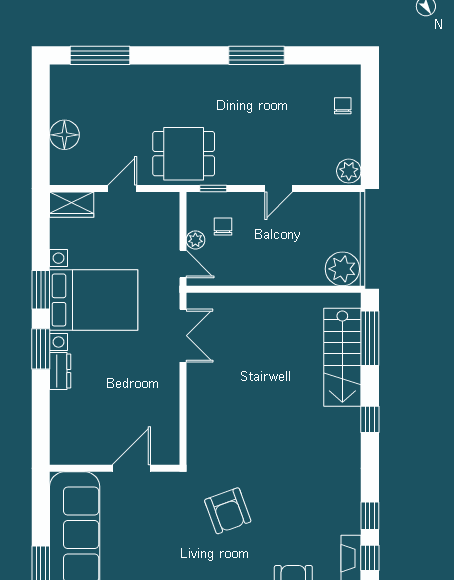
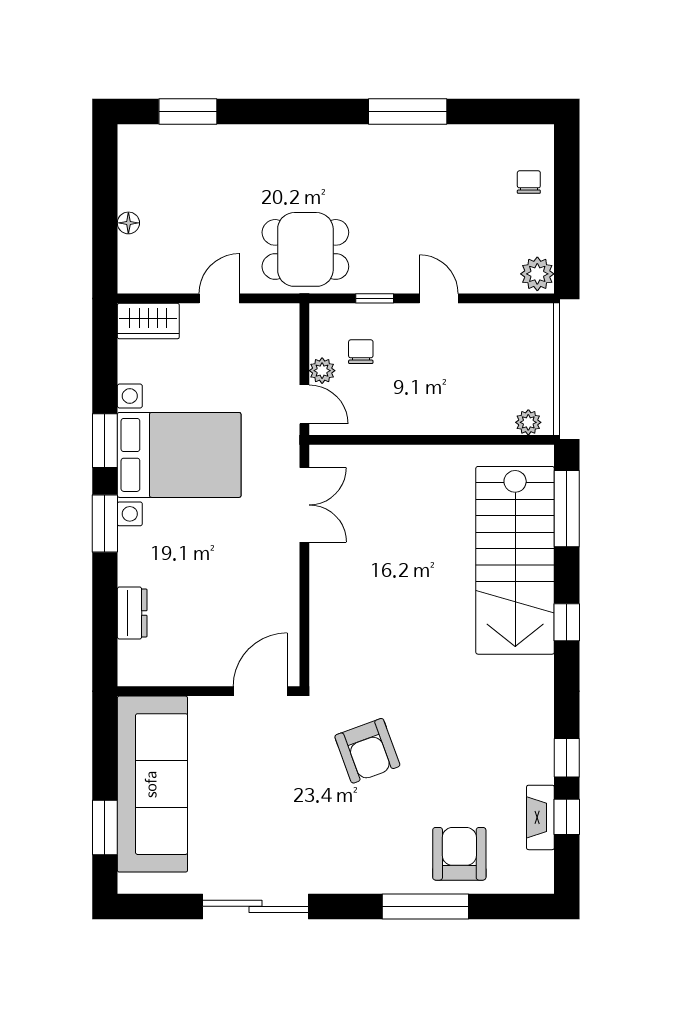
window: (100, 55) -> (188, 111), width x0.69
floor lamp: (64, 135) -> (128, 223), width x0.53, depth x0.53
window: (213, 189) -> (375, 298), moved
door: (279, 189) -> (439, 298), swing flipped
plant: (342, 269) -> (528, 422), width x0.53, depth x0.53
stairs: (342, 357) -> (515, 560), width x1.36, depth x1.51
dresser: (60, 371) -> (132, 613), moved
door: (131, 468) -> (260, 691), moved

